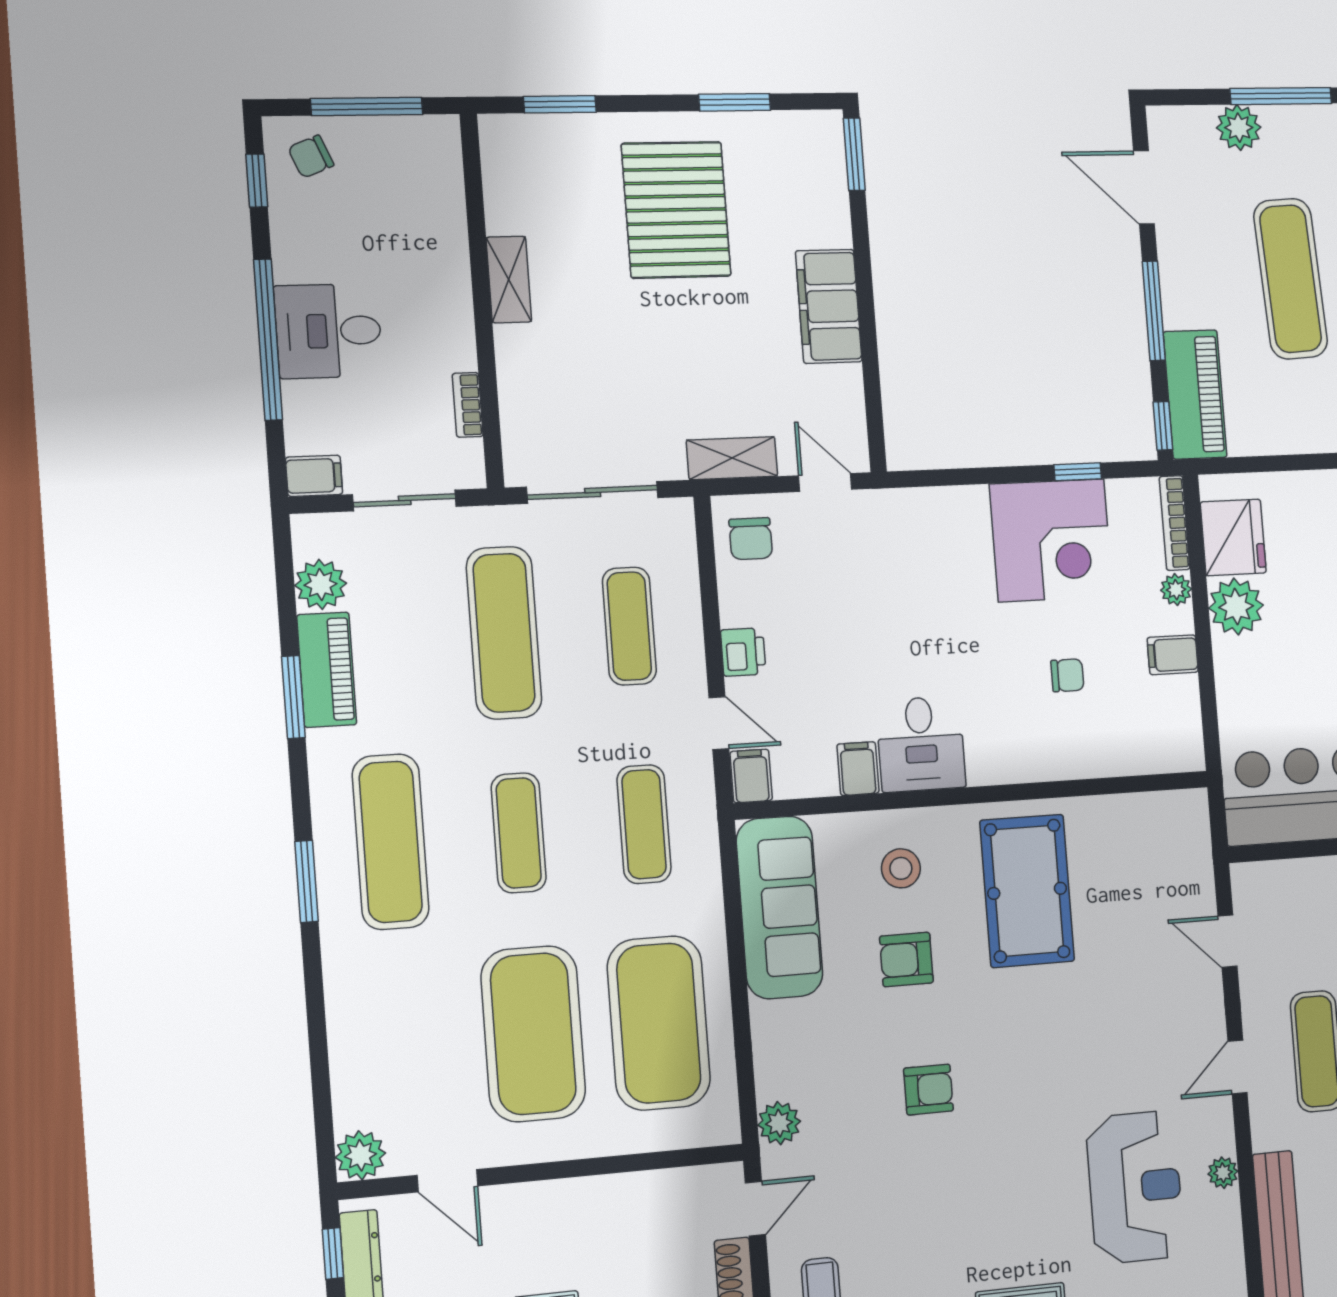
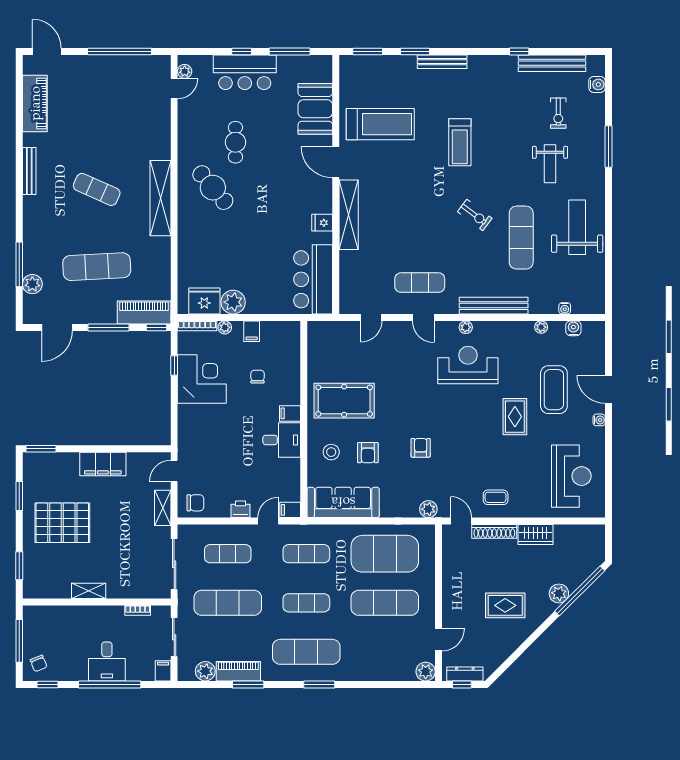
filing cabinet: (858, 769) -> (290, 413), moved
exercise mat: (533, 1034) -> (385, 603), width x0.68

